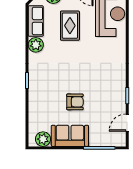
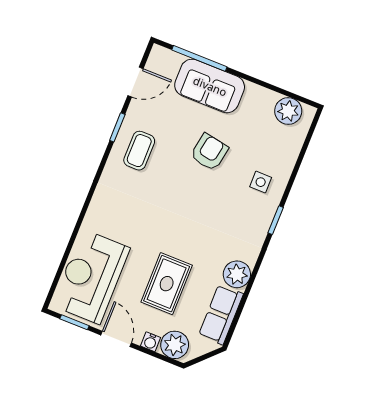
coffee table: (111, 88) -> (139, 151), added
side table: (43, 97) -> (261, 182), added
armchair: (75, 102) -> (209, 152), turned 100
sofa: (70, 136) -> (210, 86), moved

